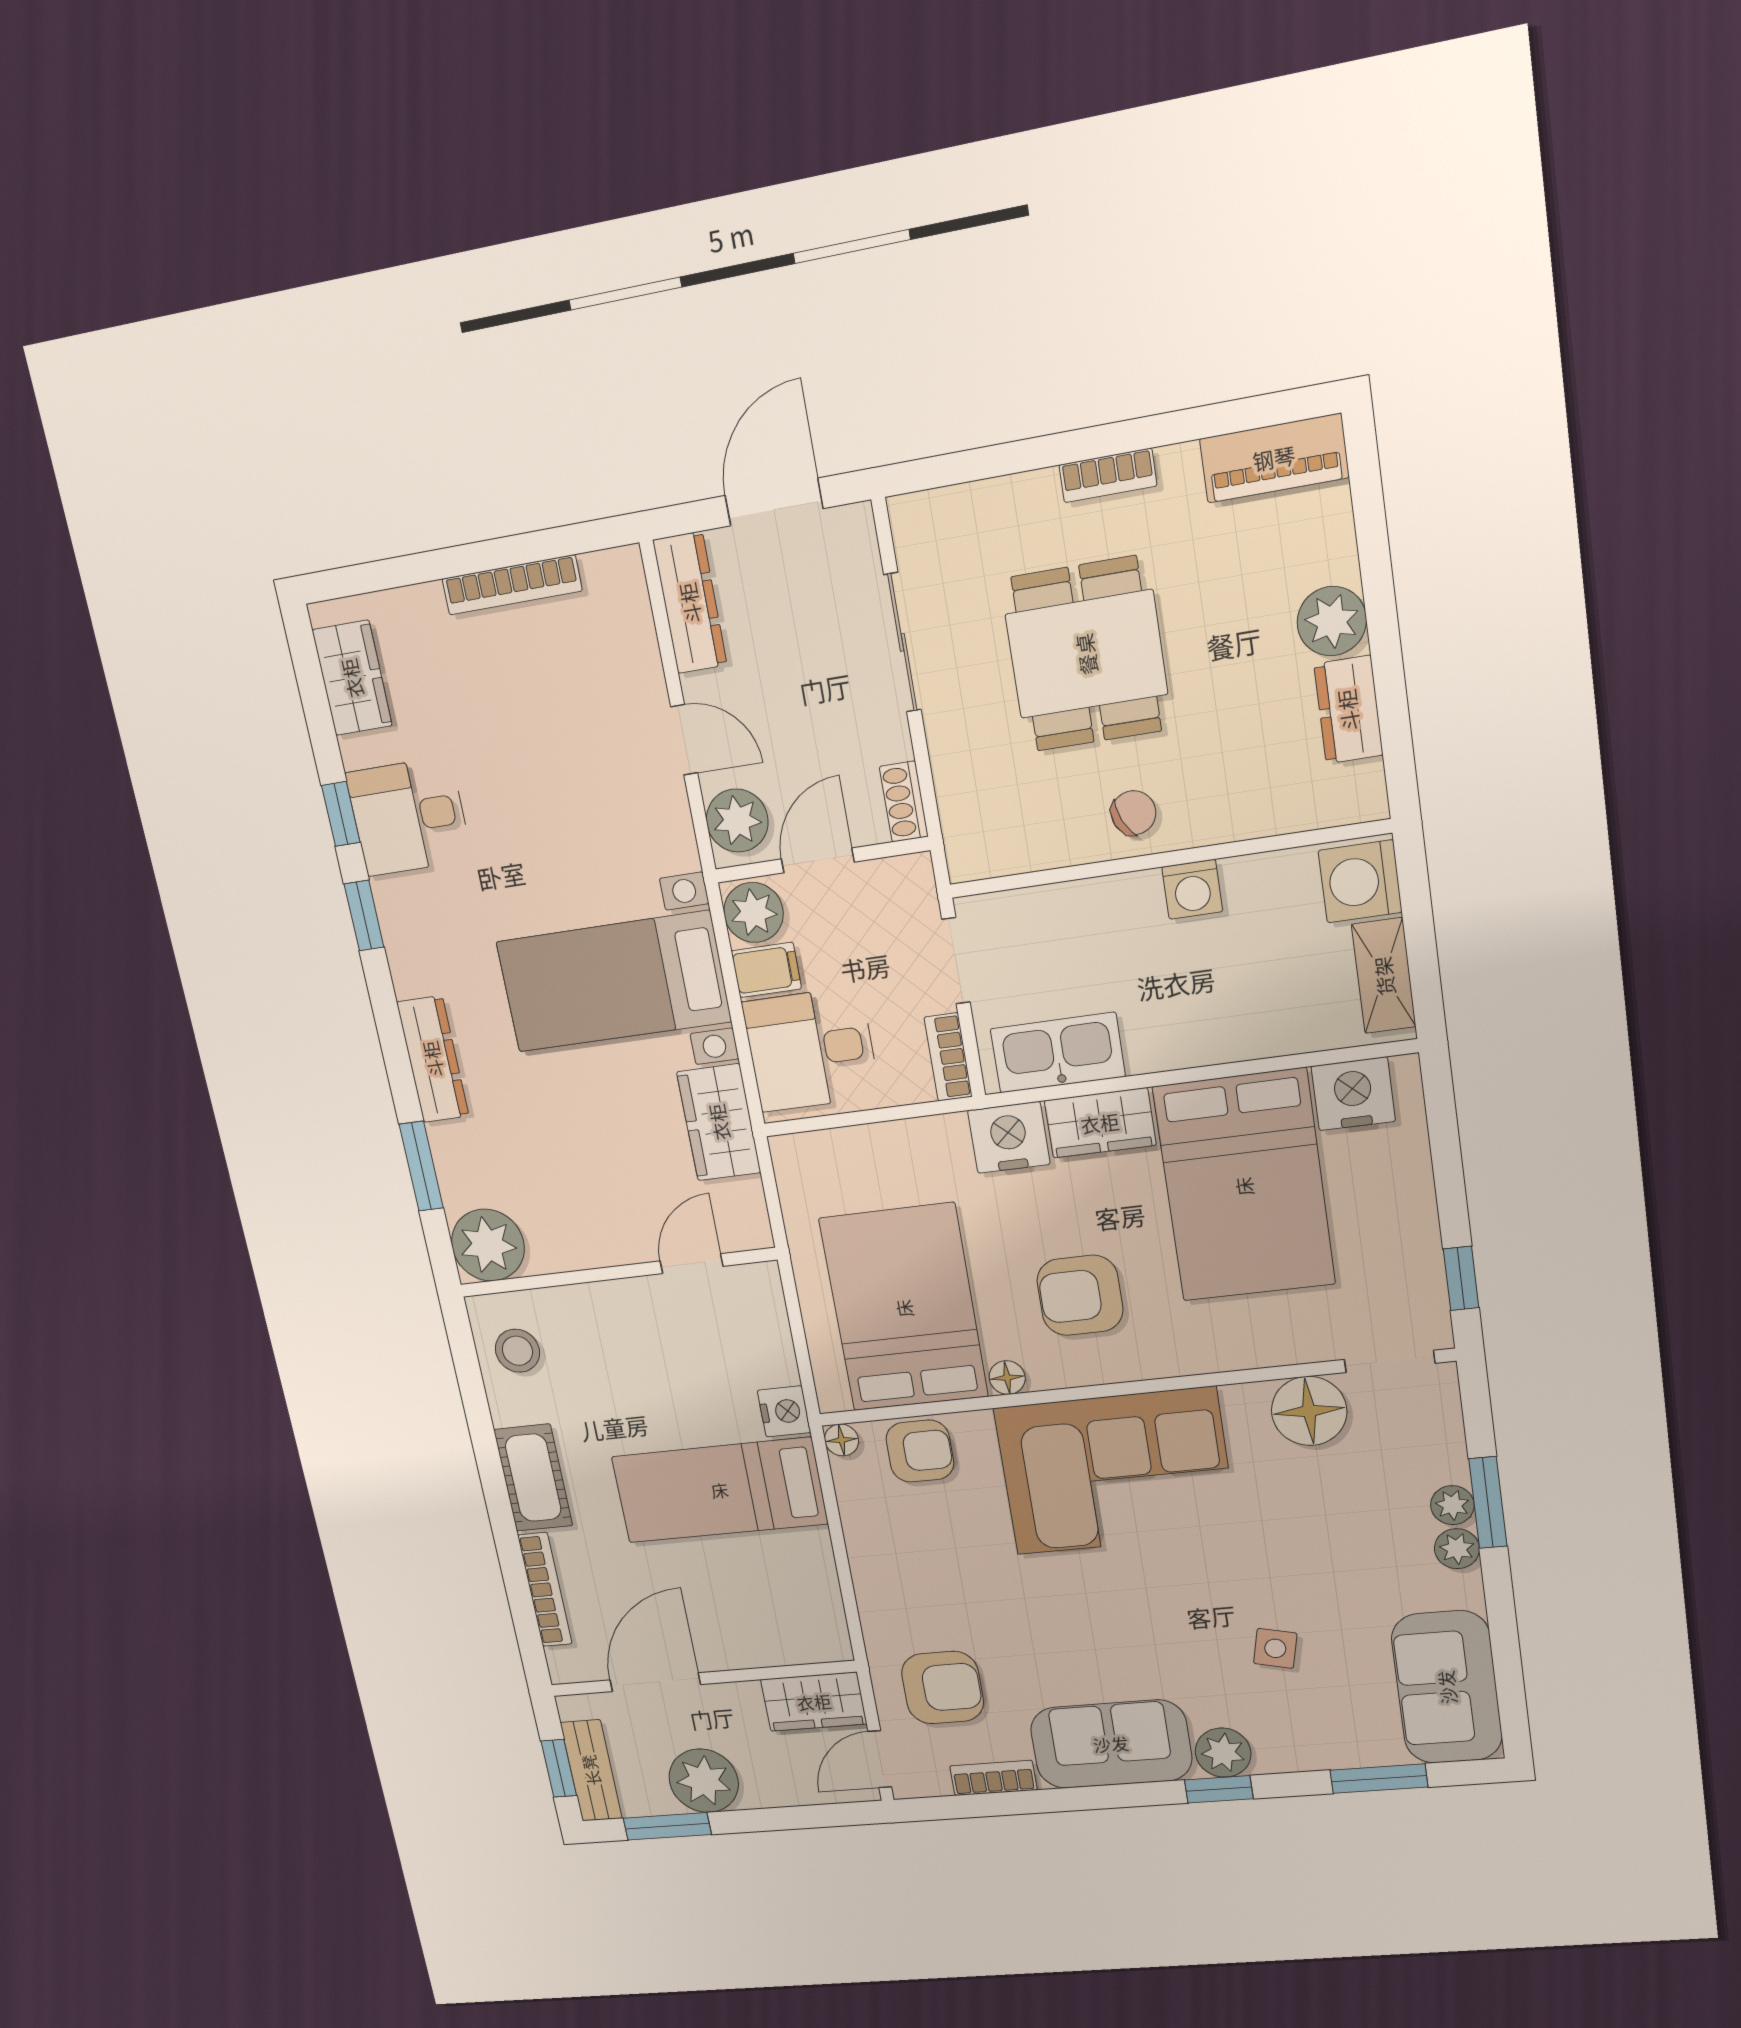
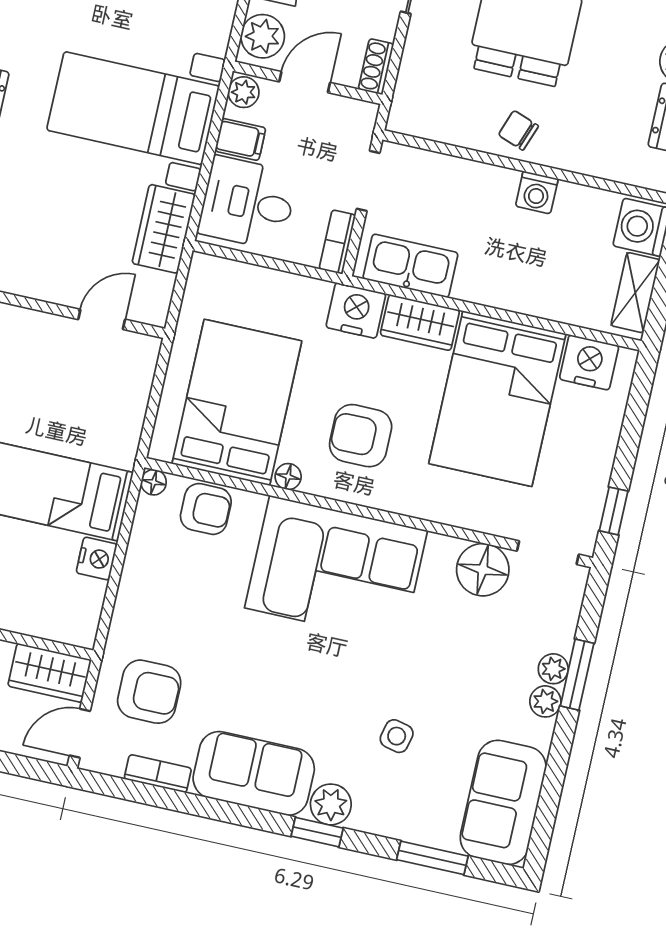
chair: (1133, 813) -> (518, 130), turned -136
plant: (754, 912) -> (244, 92), width x0.73, depth x0.73
nightstand: (784, 1411) -> (97, 558), moved

